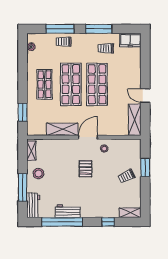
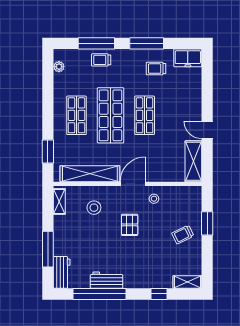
shop shelf: (97, 84) -> (145, 115), width x0.70, depth x0.74
shelving: (62, 129) -> (90, 174), width x1.47
stool: (38, 173) -> (94, 208), moved

